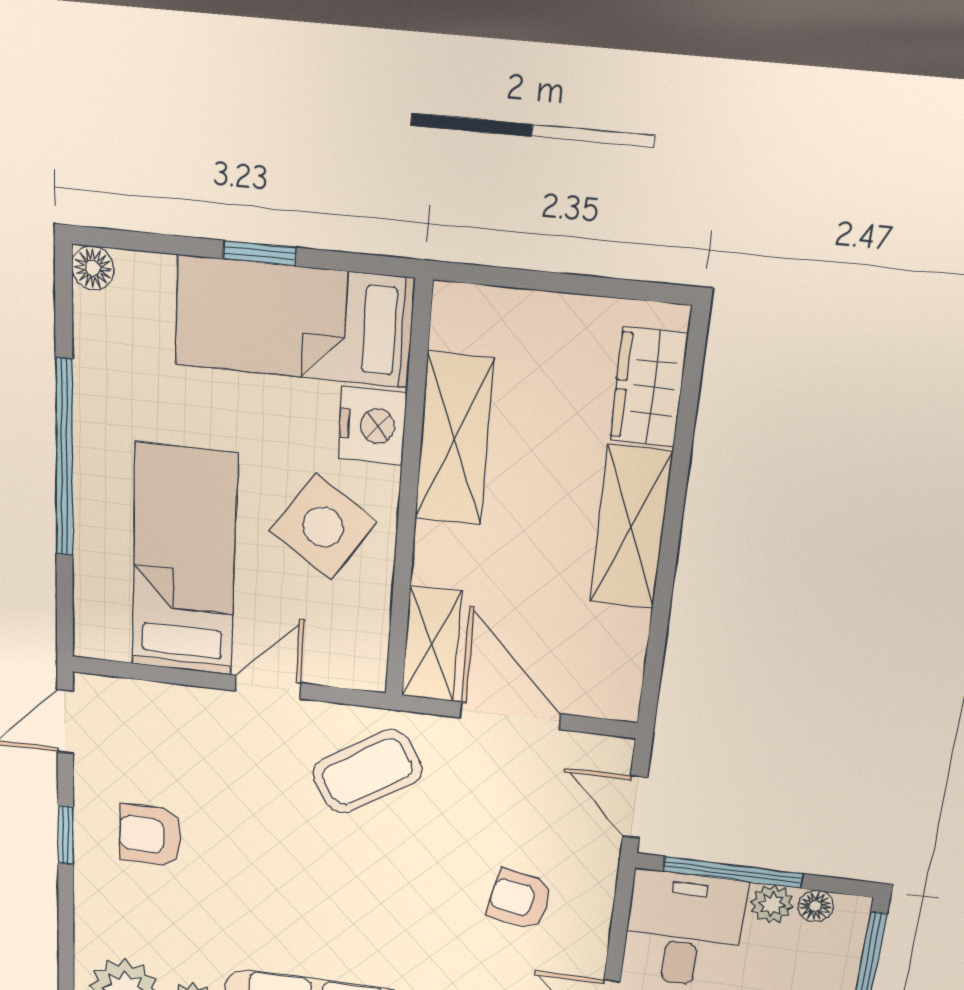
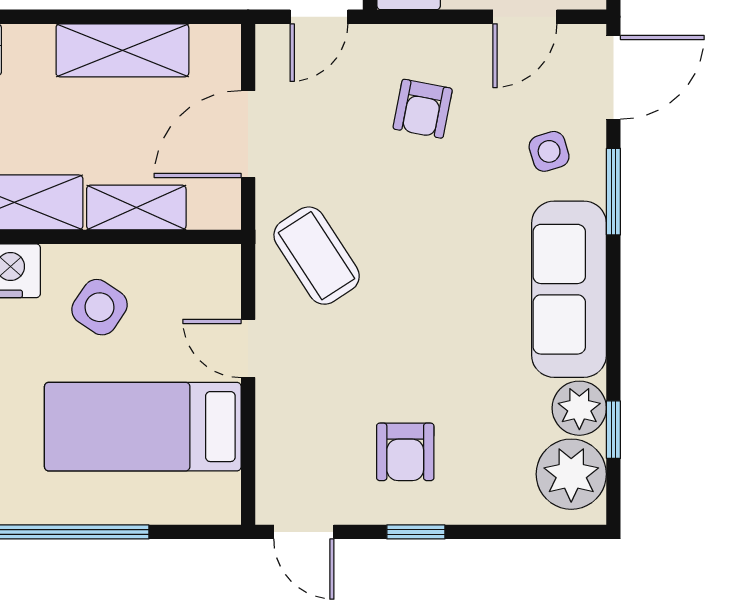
side table: (323, 527) -> (99, 307), width x0.73, depth x0.73
shelving: (631, 528) -> (122, 50), moved
shelving: (432, 644) -> (136, 207), moved

